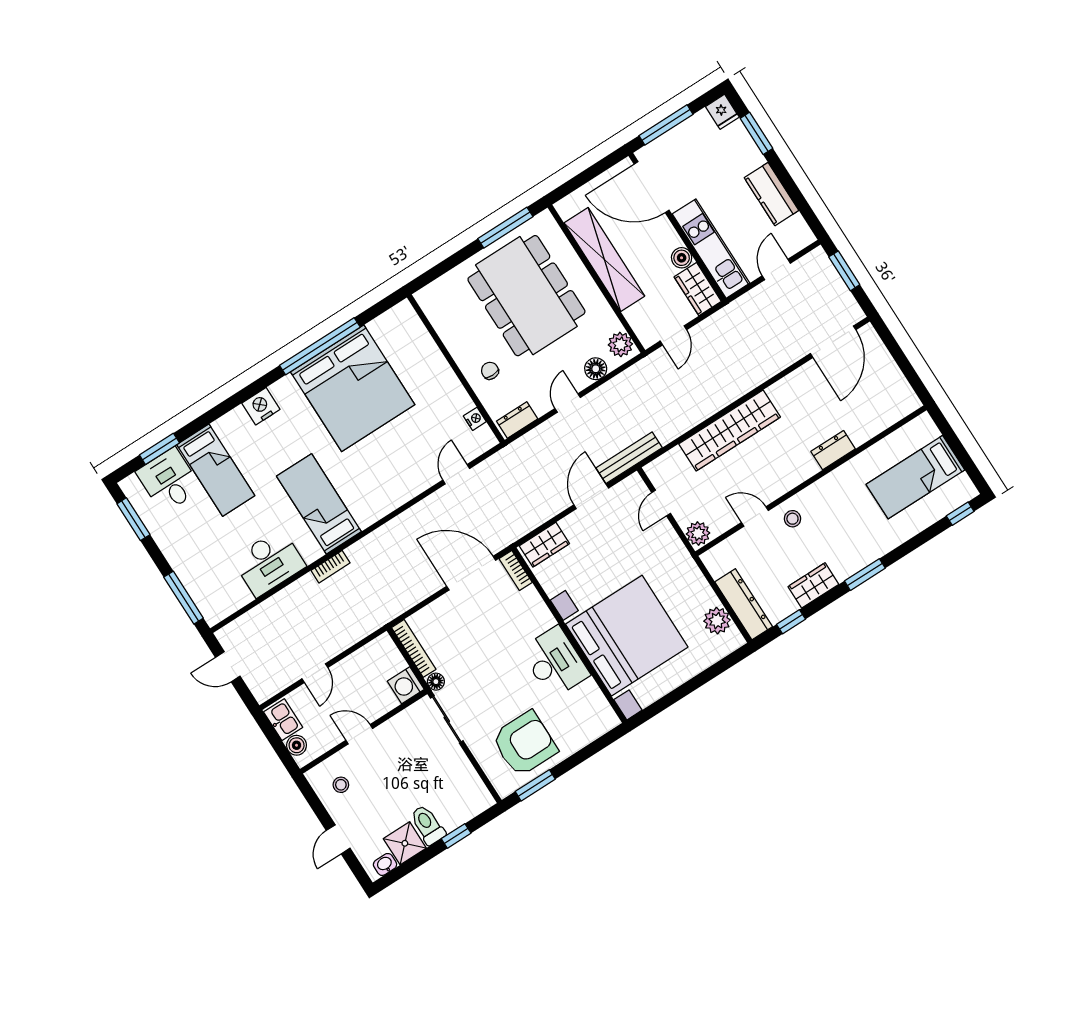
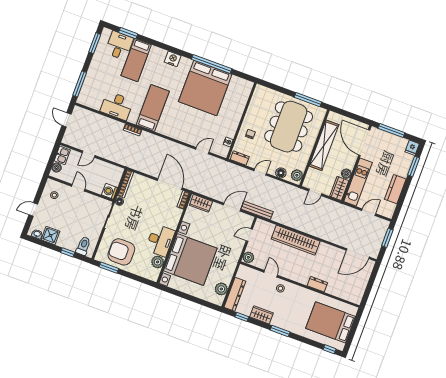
bed: (915, 477) -> (331, 322), width x1.50
plant: (588, 695) -> (158, 262), added
armchair: (525, 744) -> (121, 252), turned 180
toilet: (428, 825) -> (83, 246), moved

